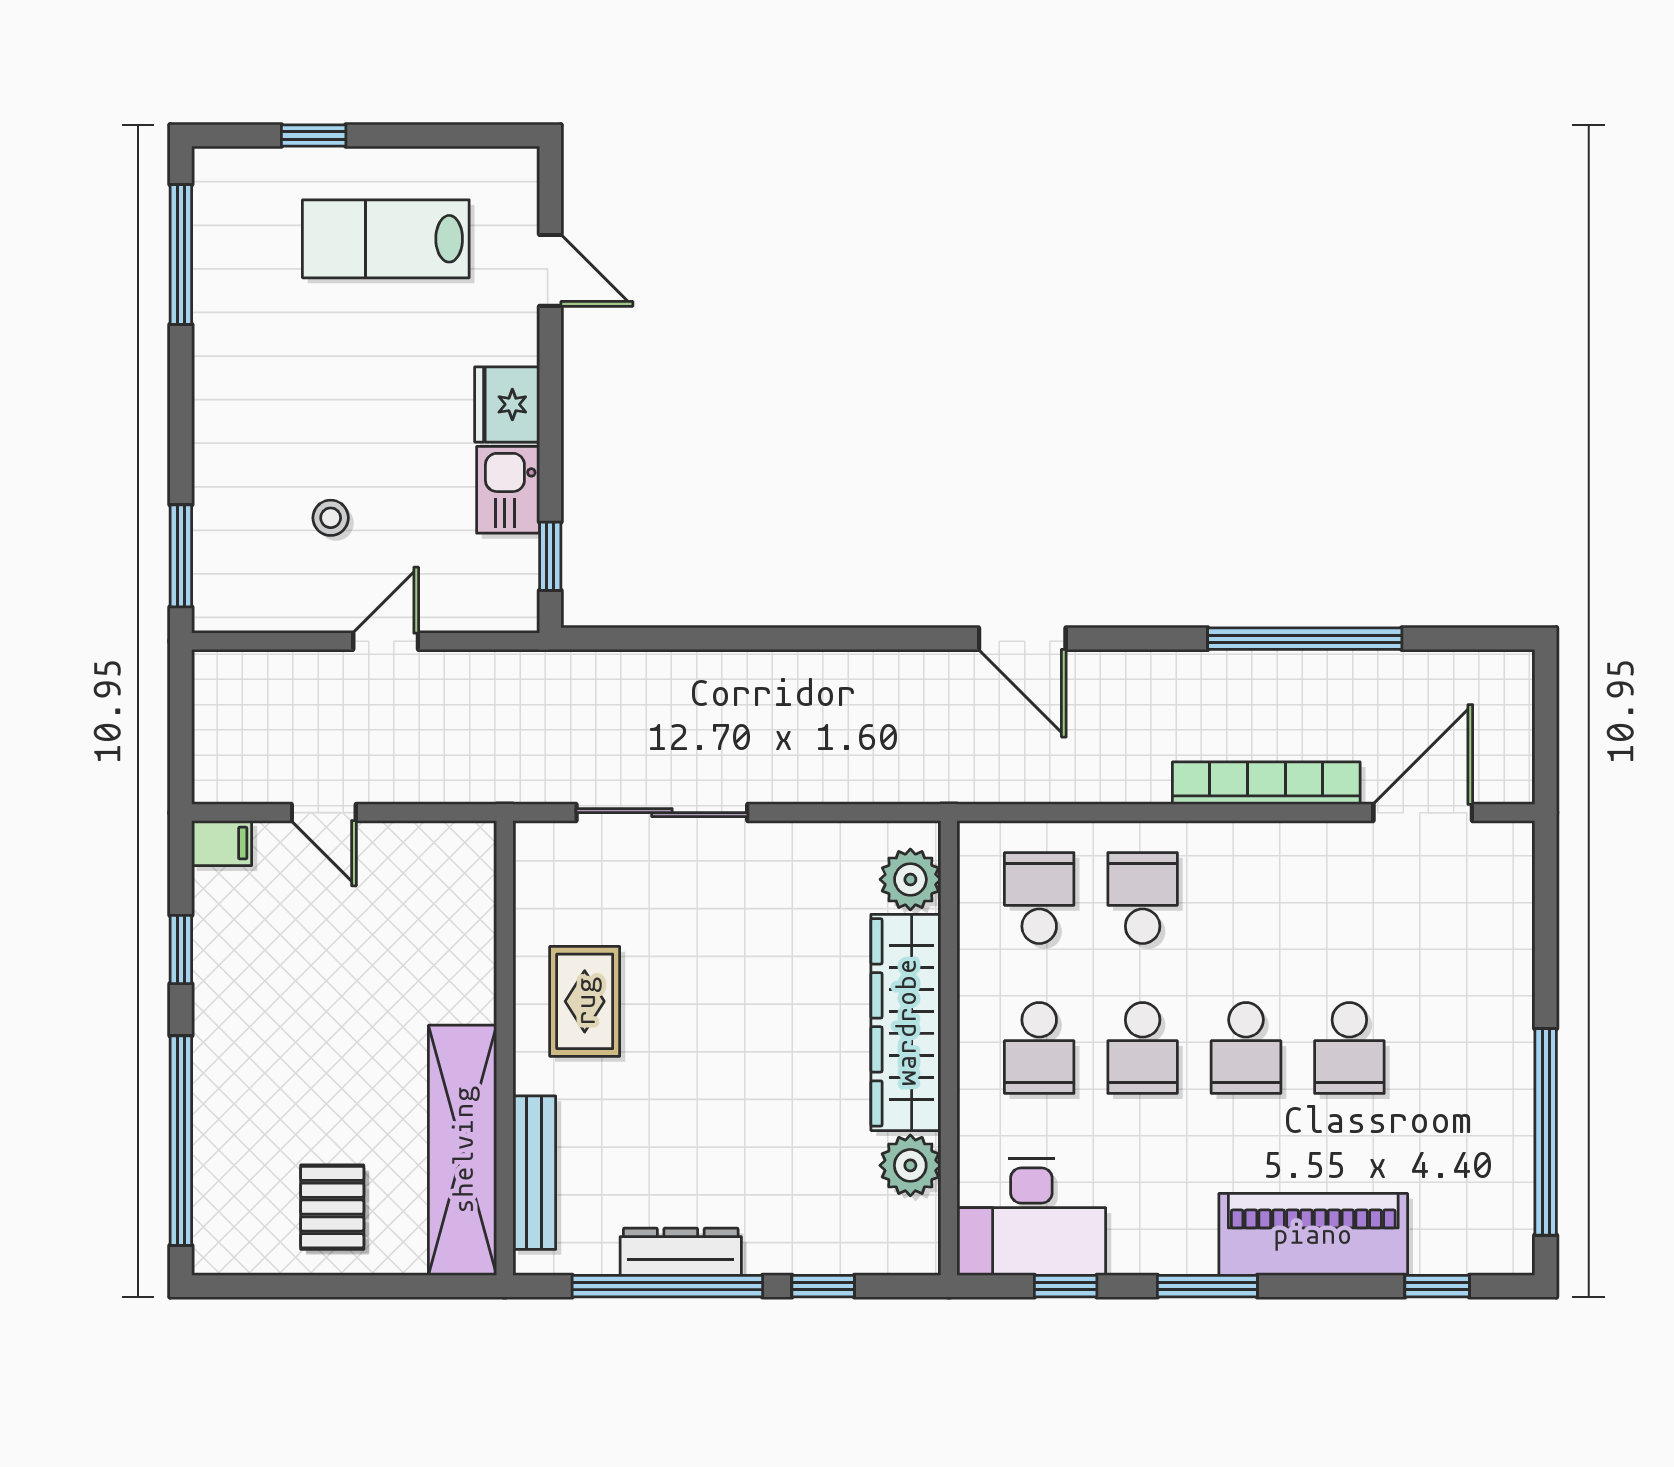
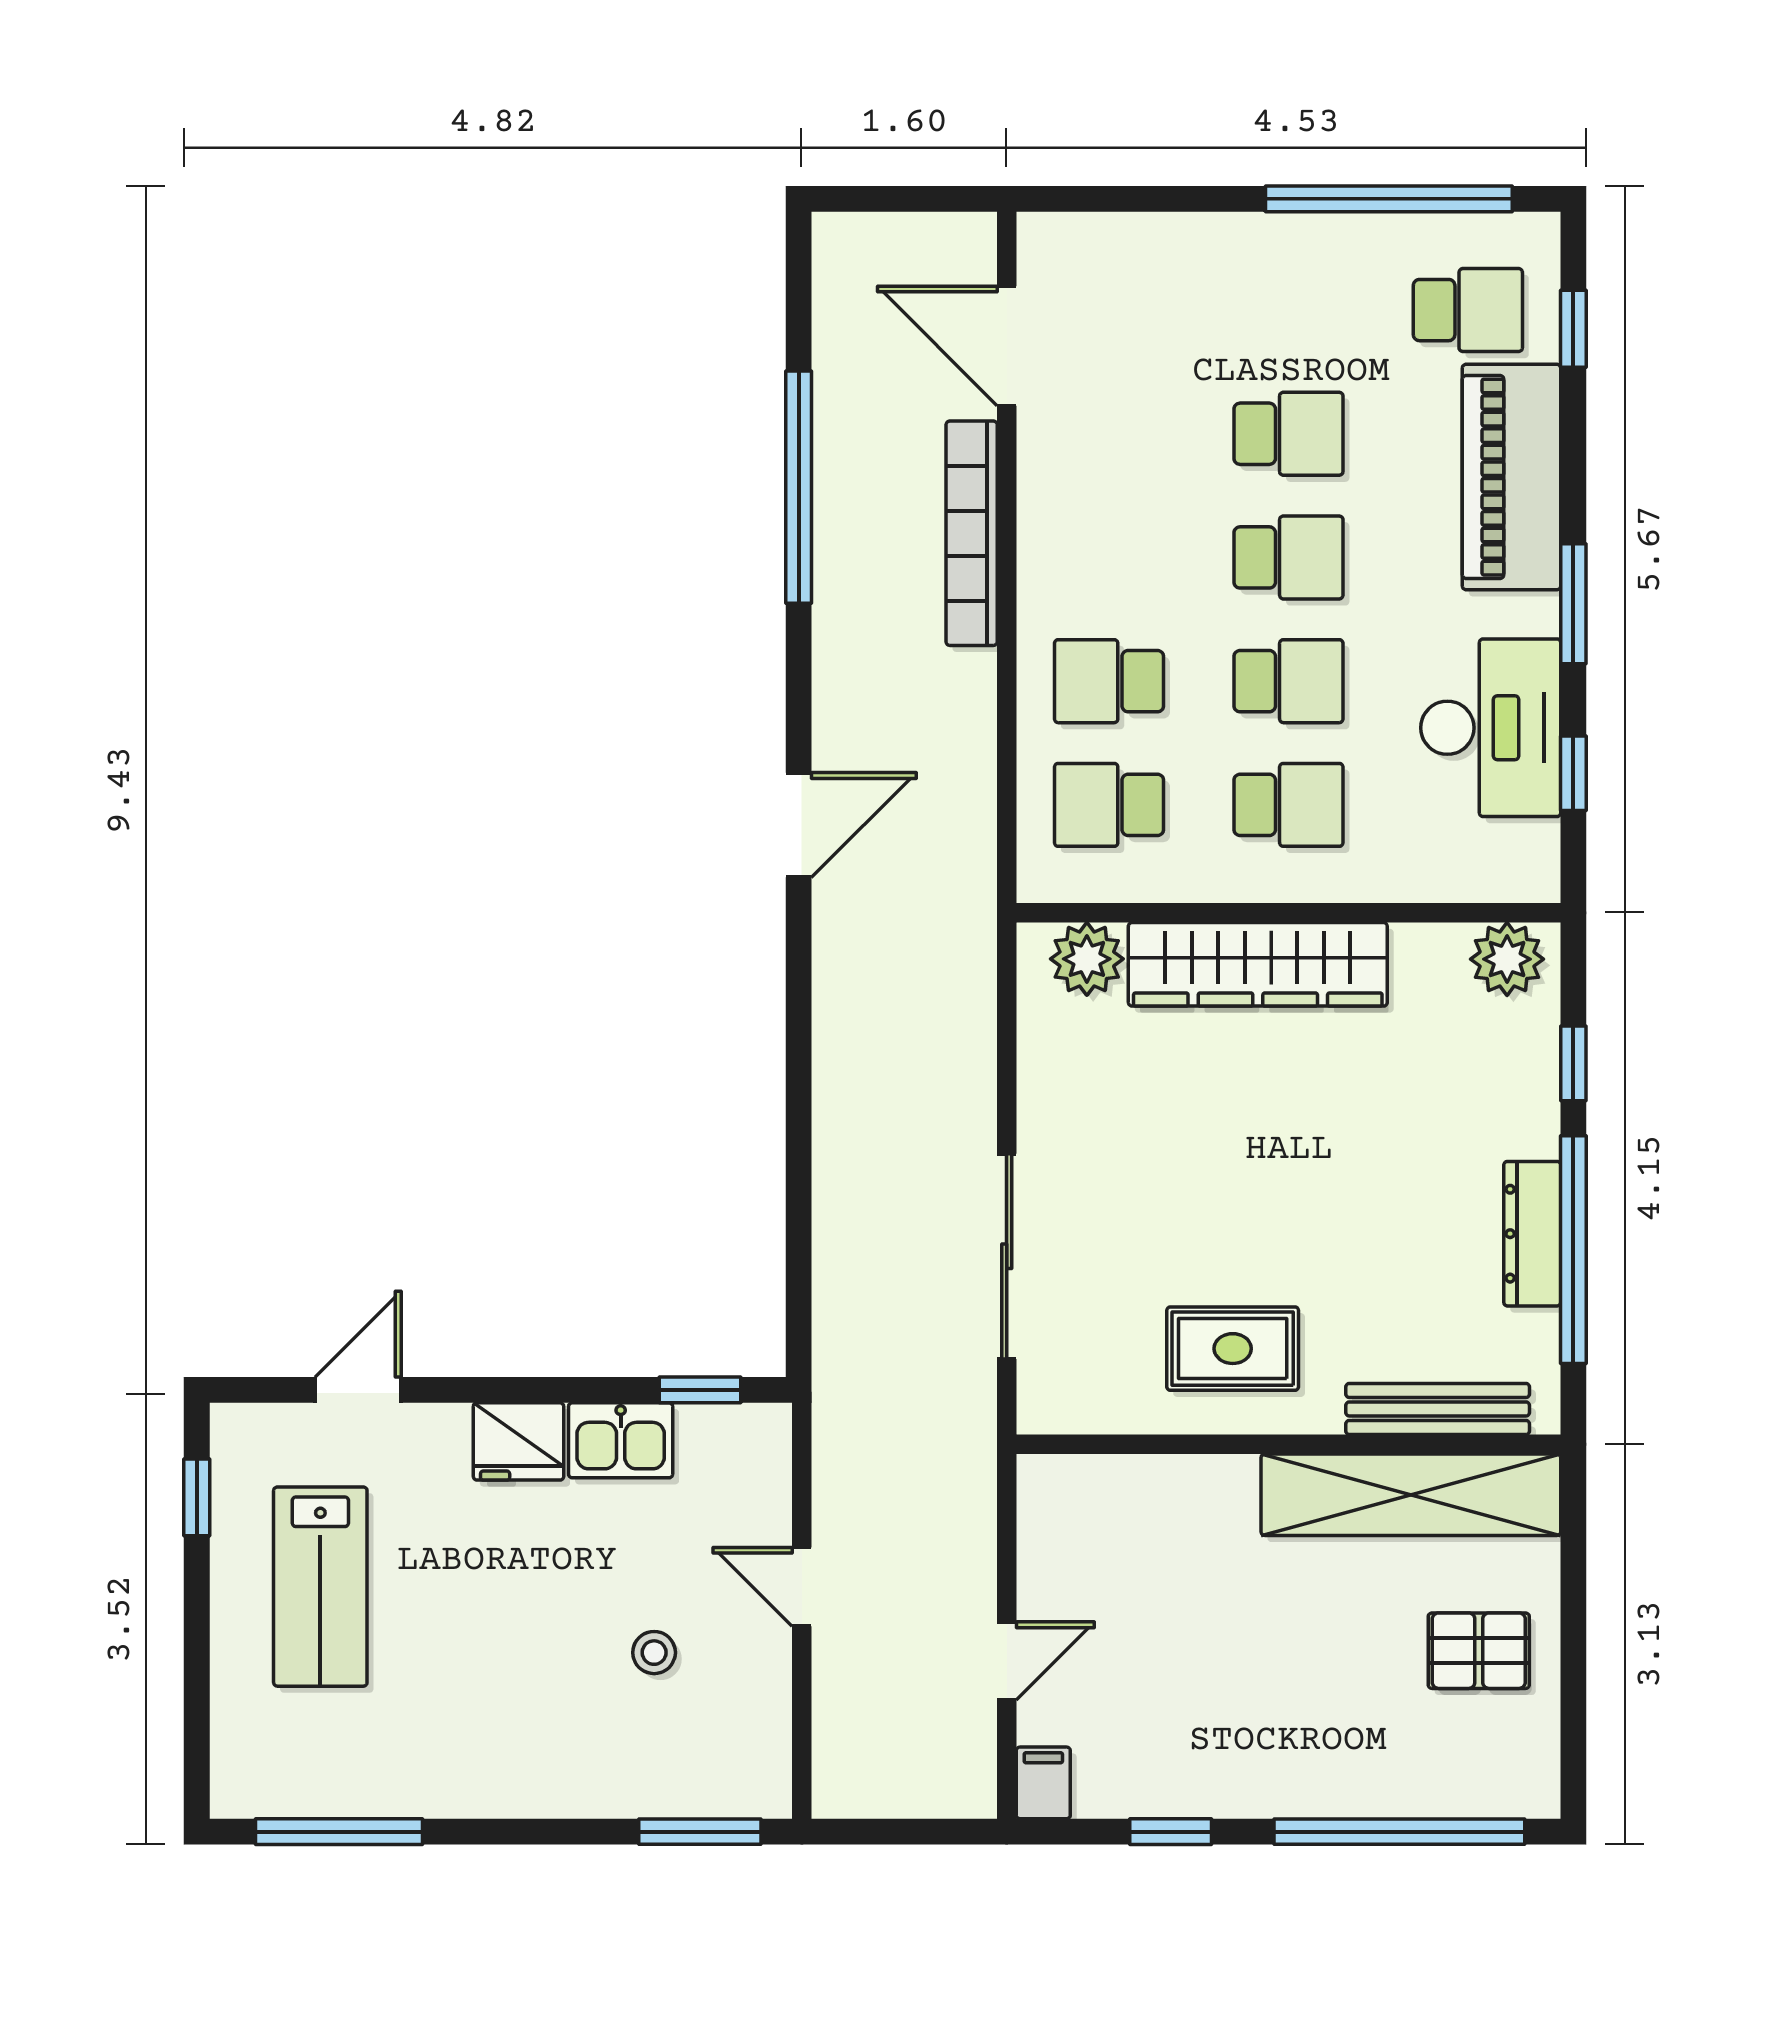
window: (314, 135) -> (197, 1497), moved
plant: (910, 1165) -> (1507, 959), moved
school desk: (1453, 1198) -> (1468, 310), added
desk: (1031, 1217) -> (1491, 728), moved

